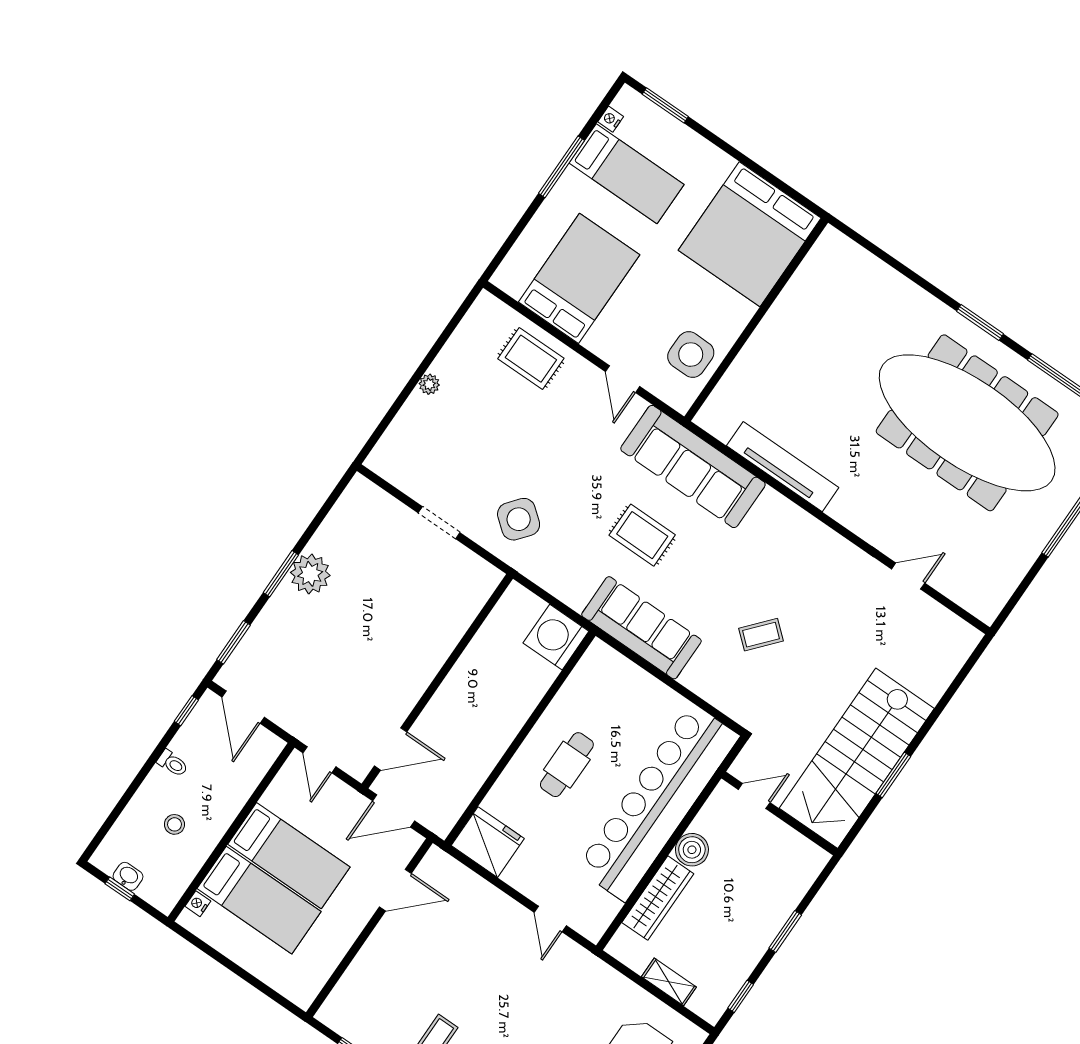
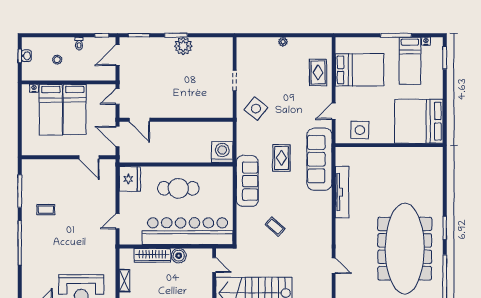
cafe table: (567, 765) -> (178, 188), width x1.37, depth x1.35

